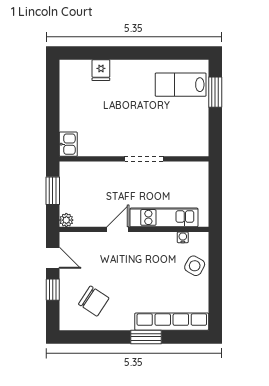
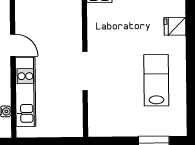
lab bench: (181, 85) -> (156, 80), moved

